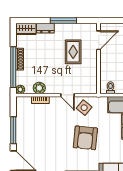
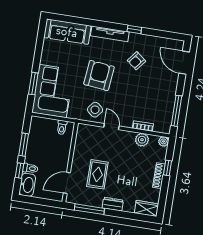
window: (63, 21) -> (89, 209), moved
dresser: (45, 28) -> (113, 204), moved
window: (13, 67) -> (167, 168), width x0.32
window: (13, 130) -> (177, 111), moved
armchair: (55, 156) -> (136, 61), added

